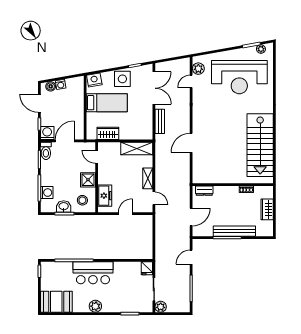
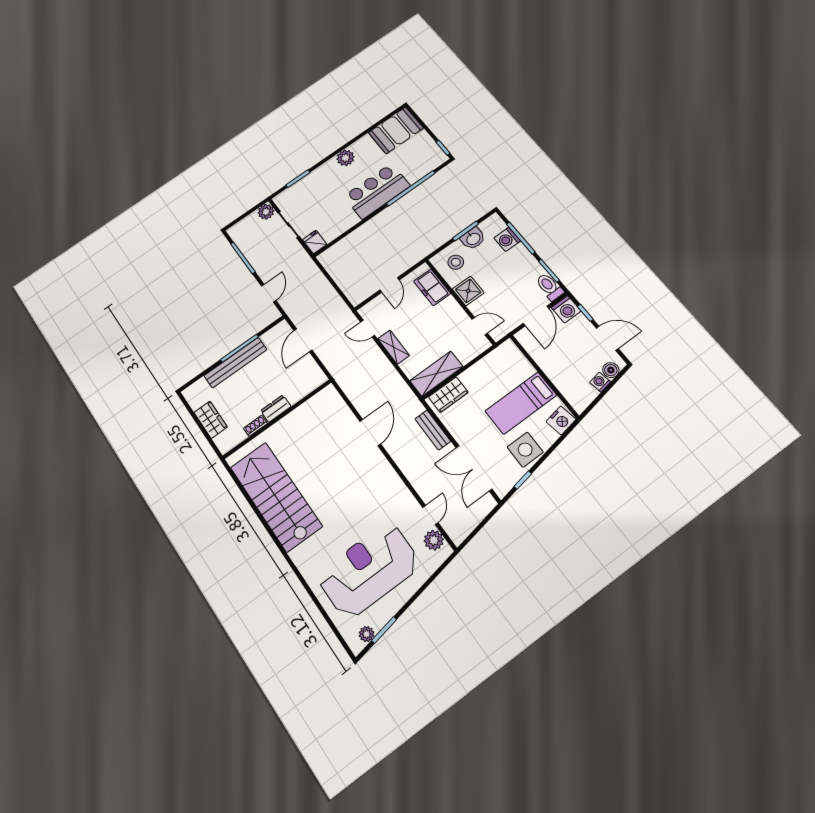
wardrobe: (108, 133) -> (448, 395), moved
dresser: (204, 191) -> (276, 409), moved

